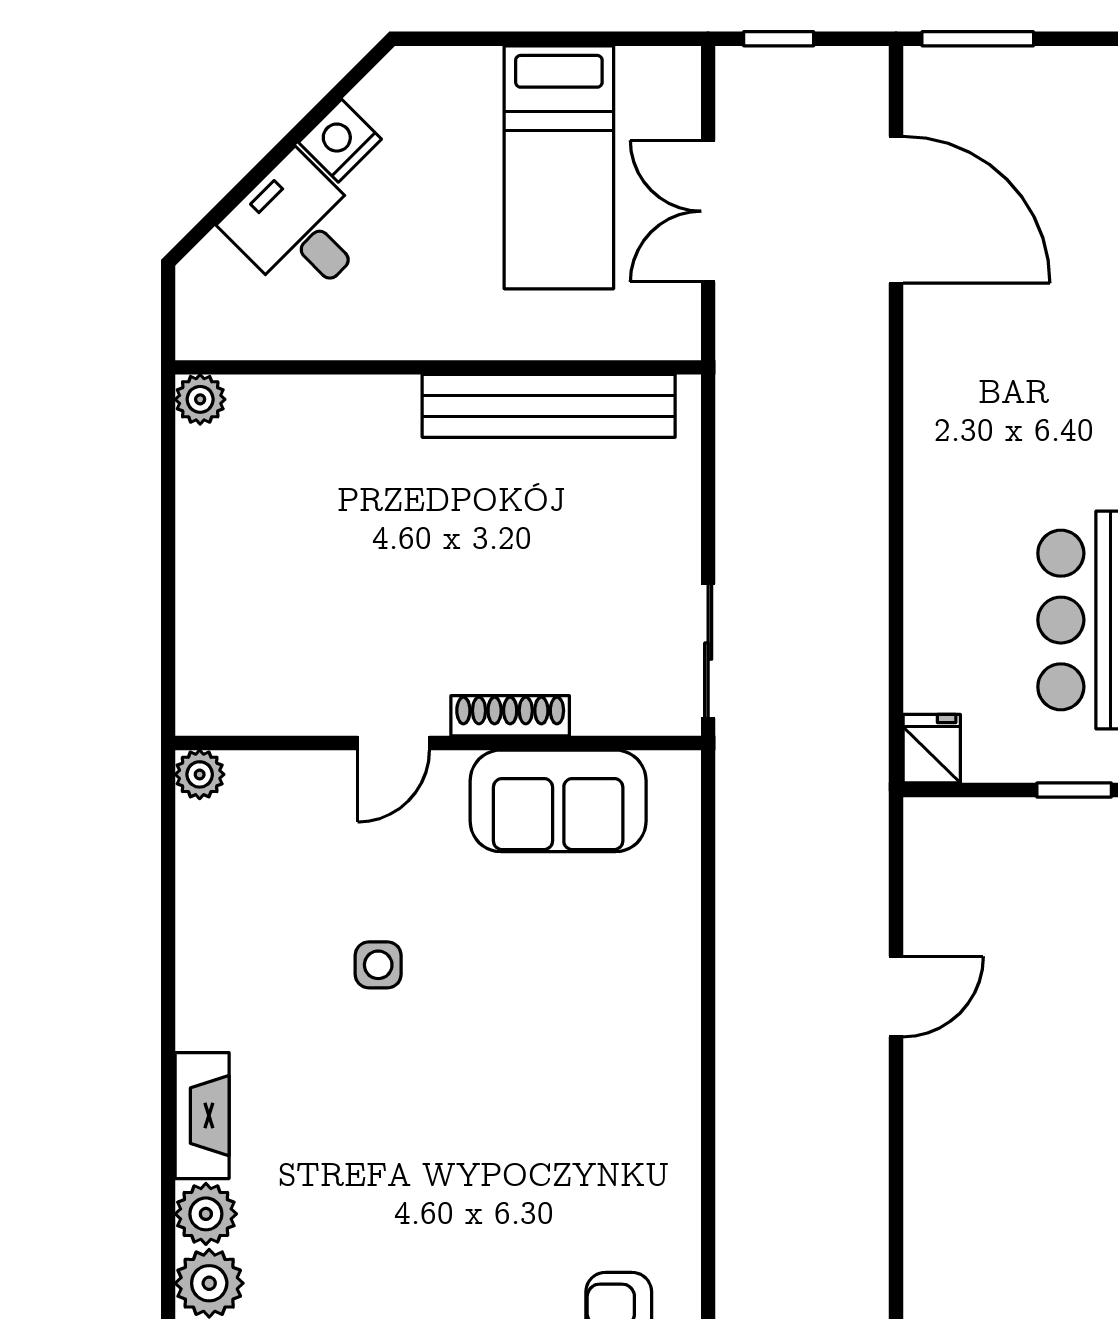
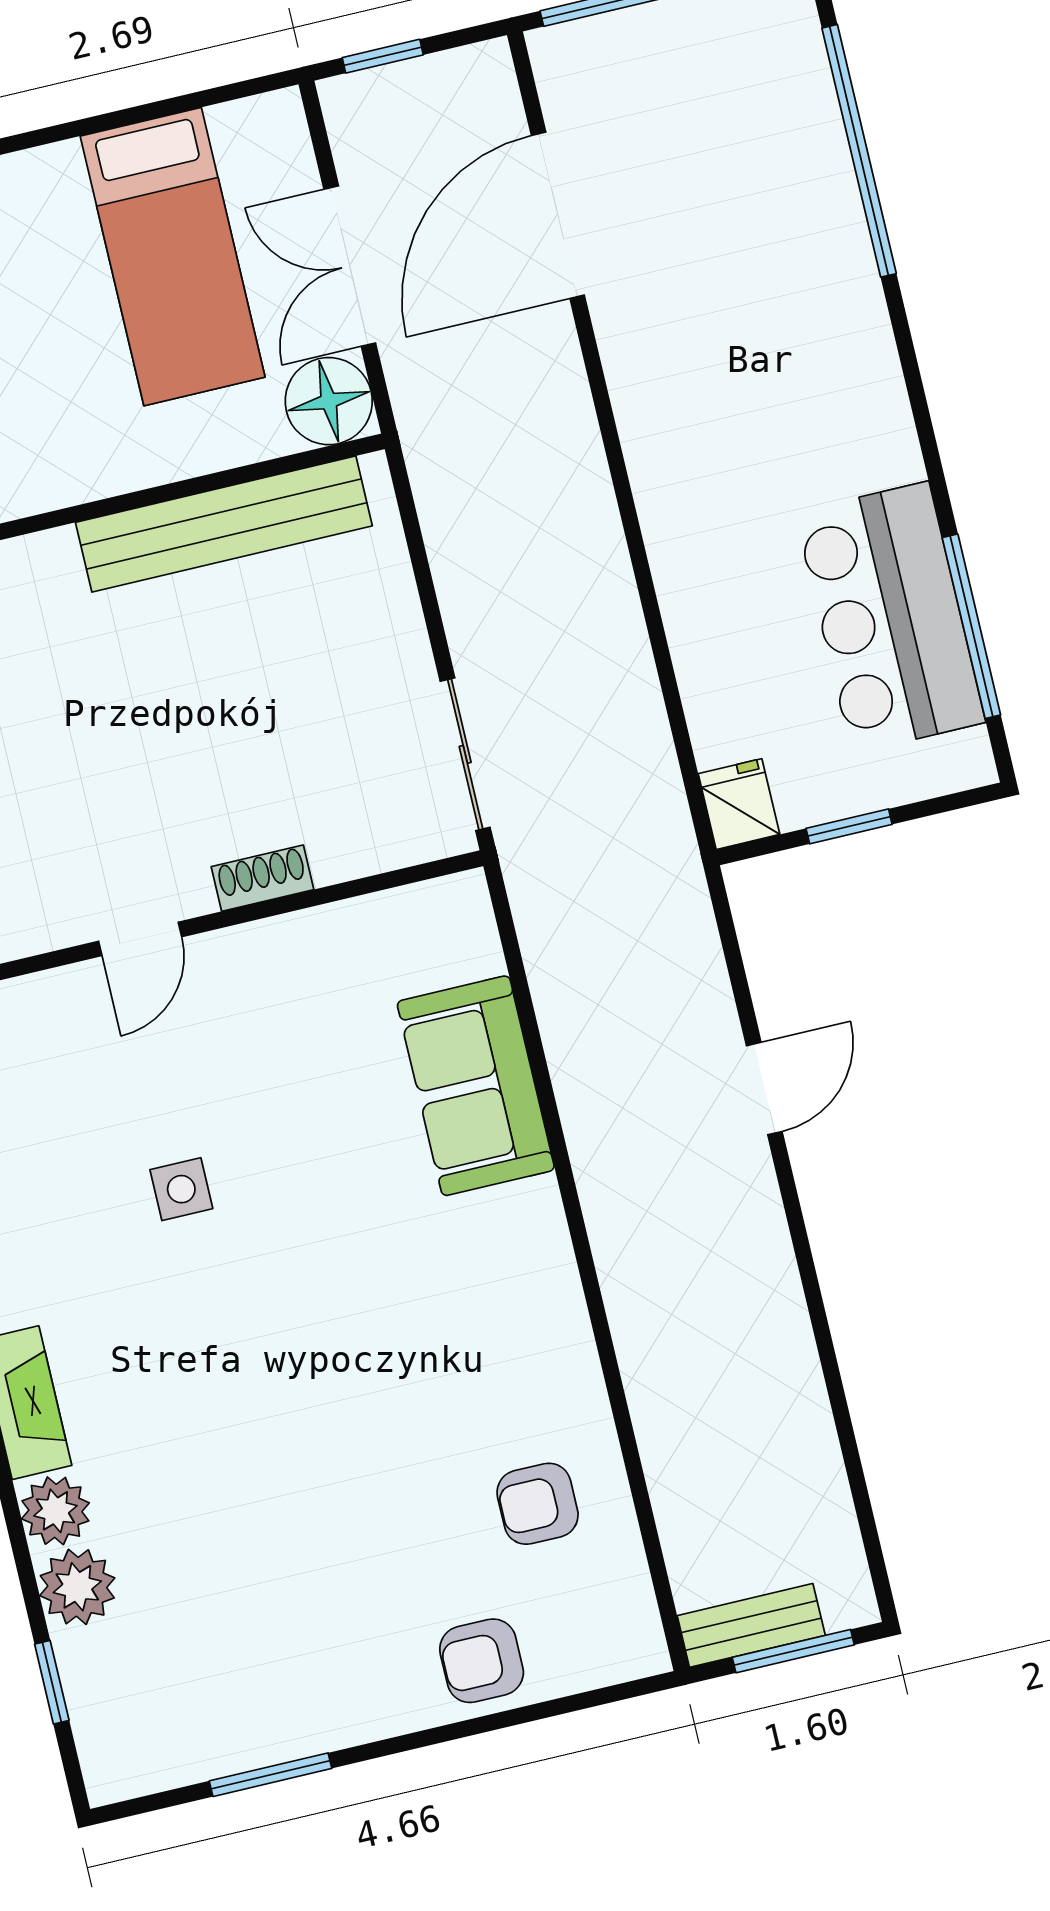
door: (896, 210) -> (558, 215), swing flipped
floor lamp: (663, 322) -> (329, 401), added
shoe rack: (510, 716) -> (262, 878), width x0.70
window: (1074, 790) -> (849, 826), moved
sofa: (558, 801) -> (476, 1086), moved, turned 90

